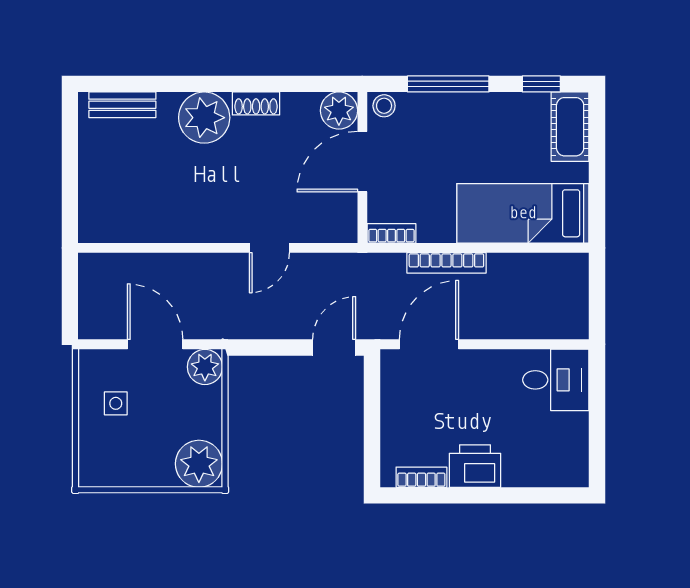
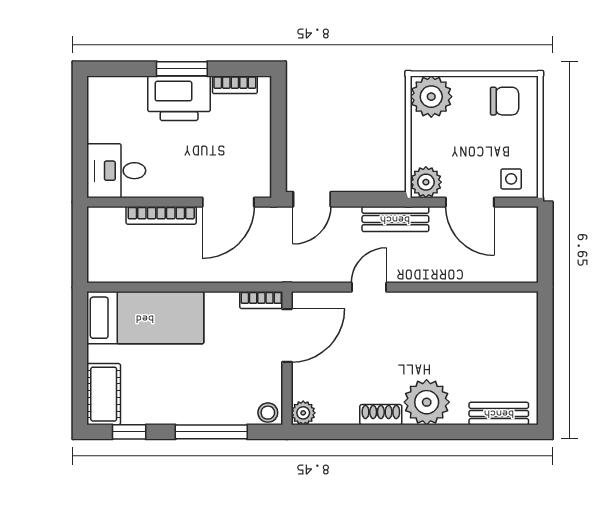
plant: (339, 111) -> (303, 413), width x0.73, depth x0.73
door: (362, 162) -> (287, 335), moved
bookcase: (446, 263) -> (161, 215), moved, turned 180
bench: (240, 325) -> (395, 219), added
side table: (116, 403) -> (511, 179), moved
chair: (116, 459) -> (505, 101), added
printer: (475, 466) -> (179, 98), width x1.37, depth x1.19
window: (481, 495) -> (182, 69), added

